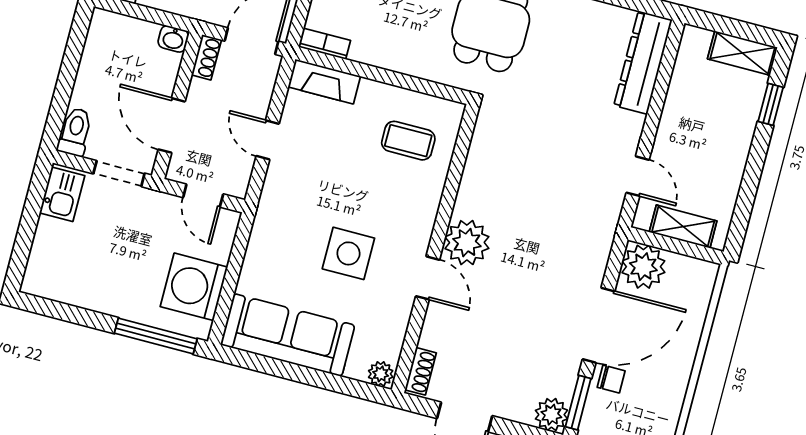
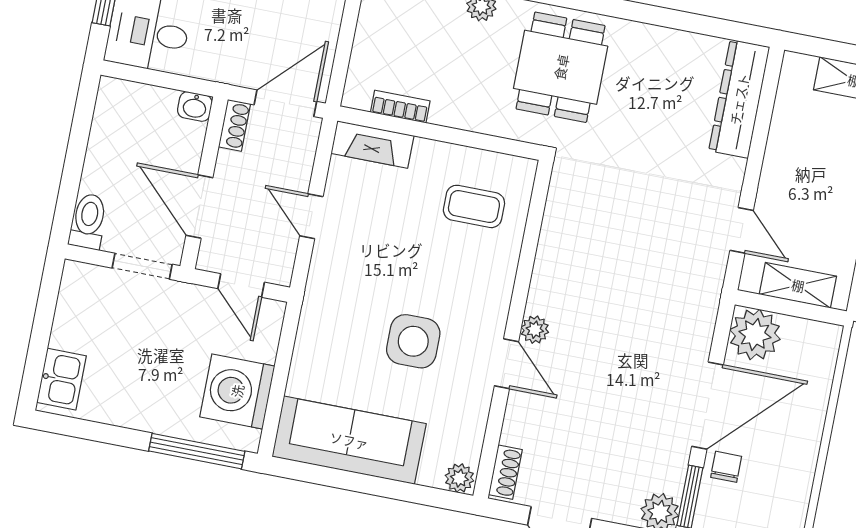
bookcase: (325, 44) -> (400, 107), moved
kitchen sink: (62, 194) -> (62, 379), moved
plant: (467, 243) -> (535, 330), width x0.53, depth x0.53
chair: (611, 379) -> (726, 467), turned -90

